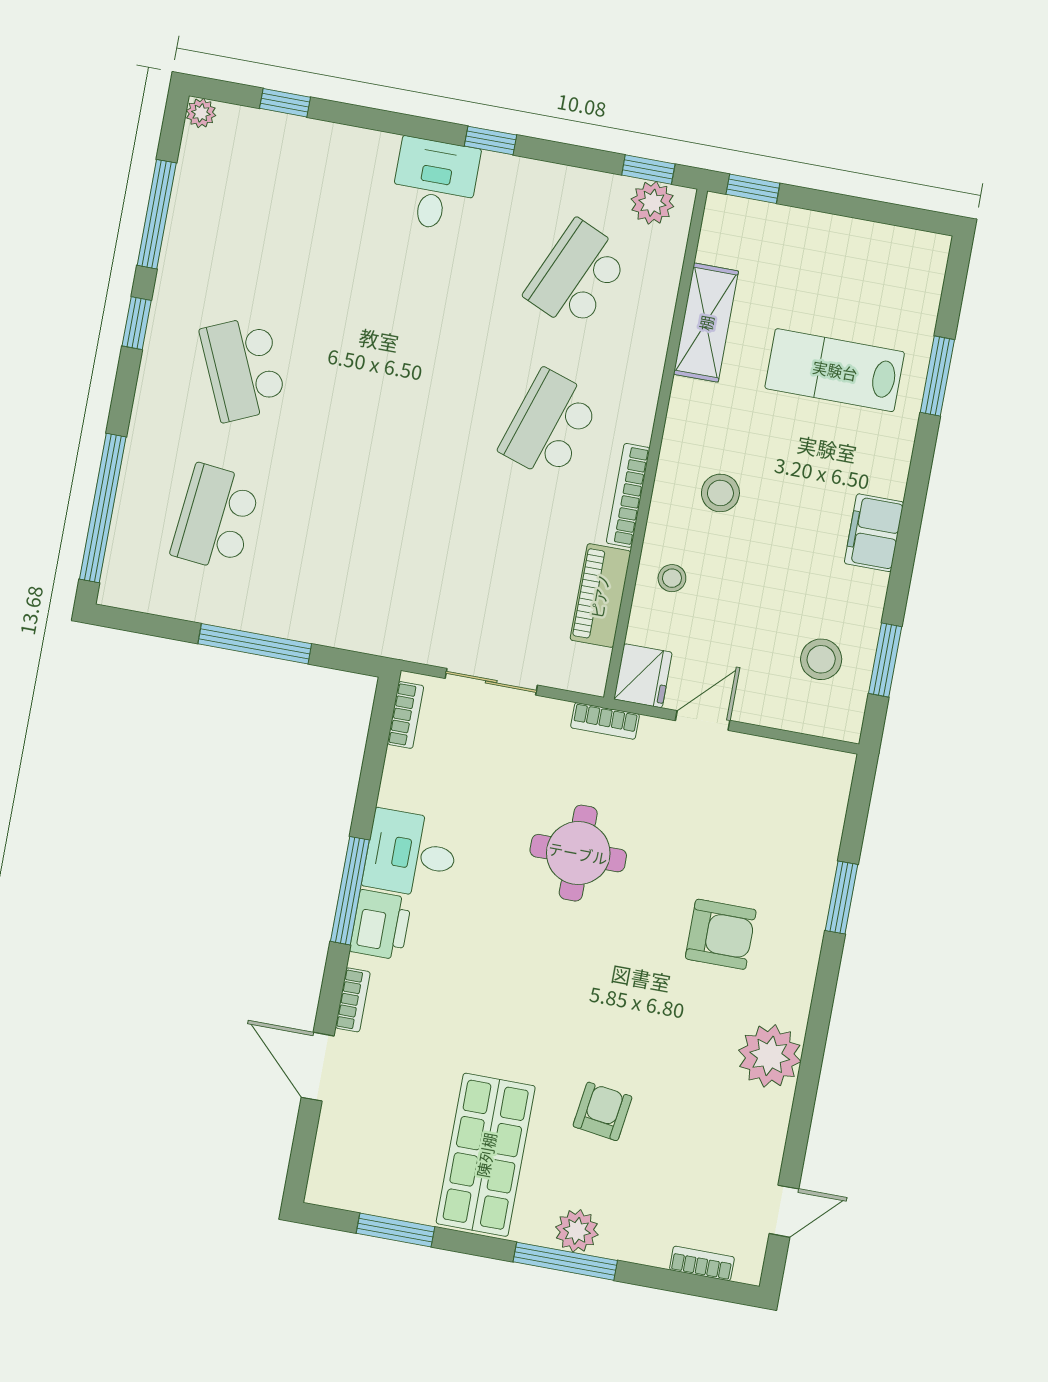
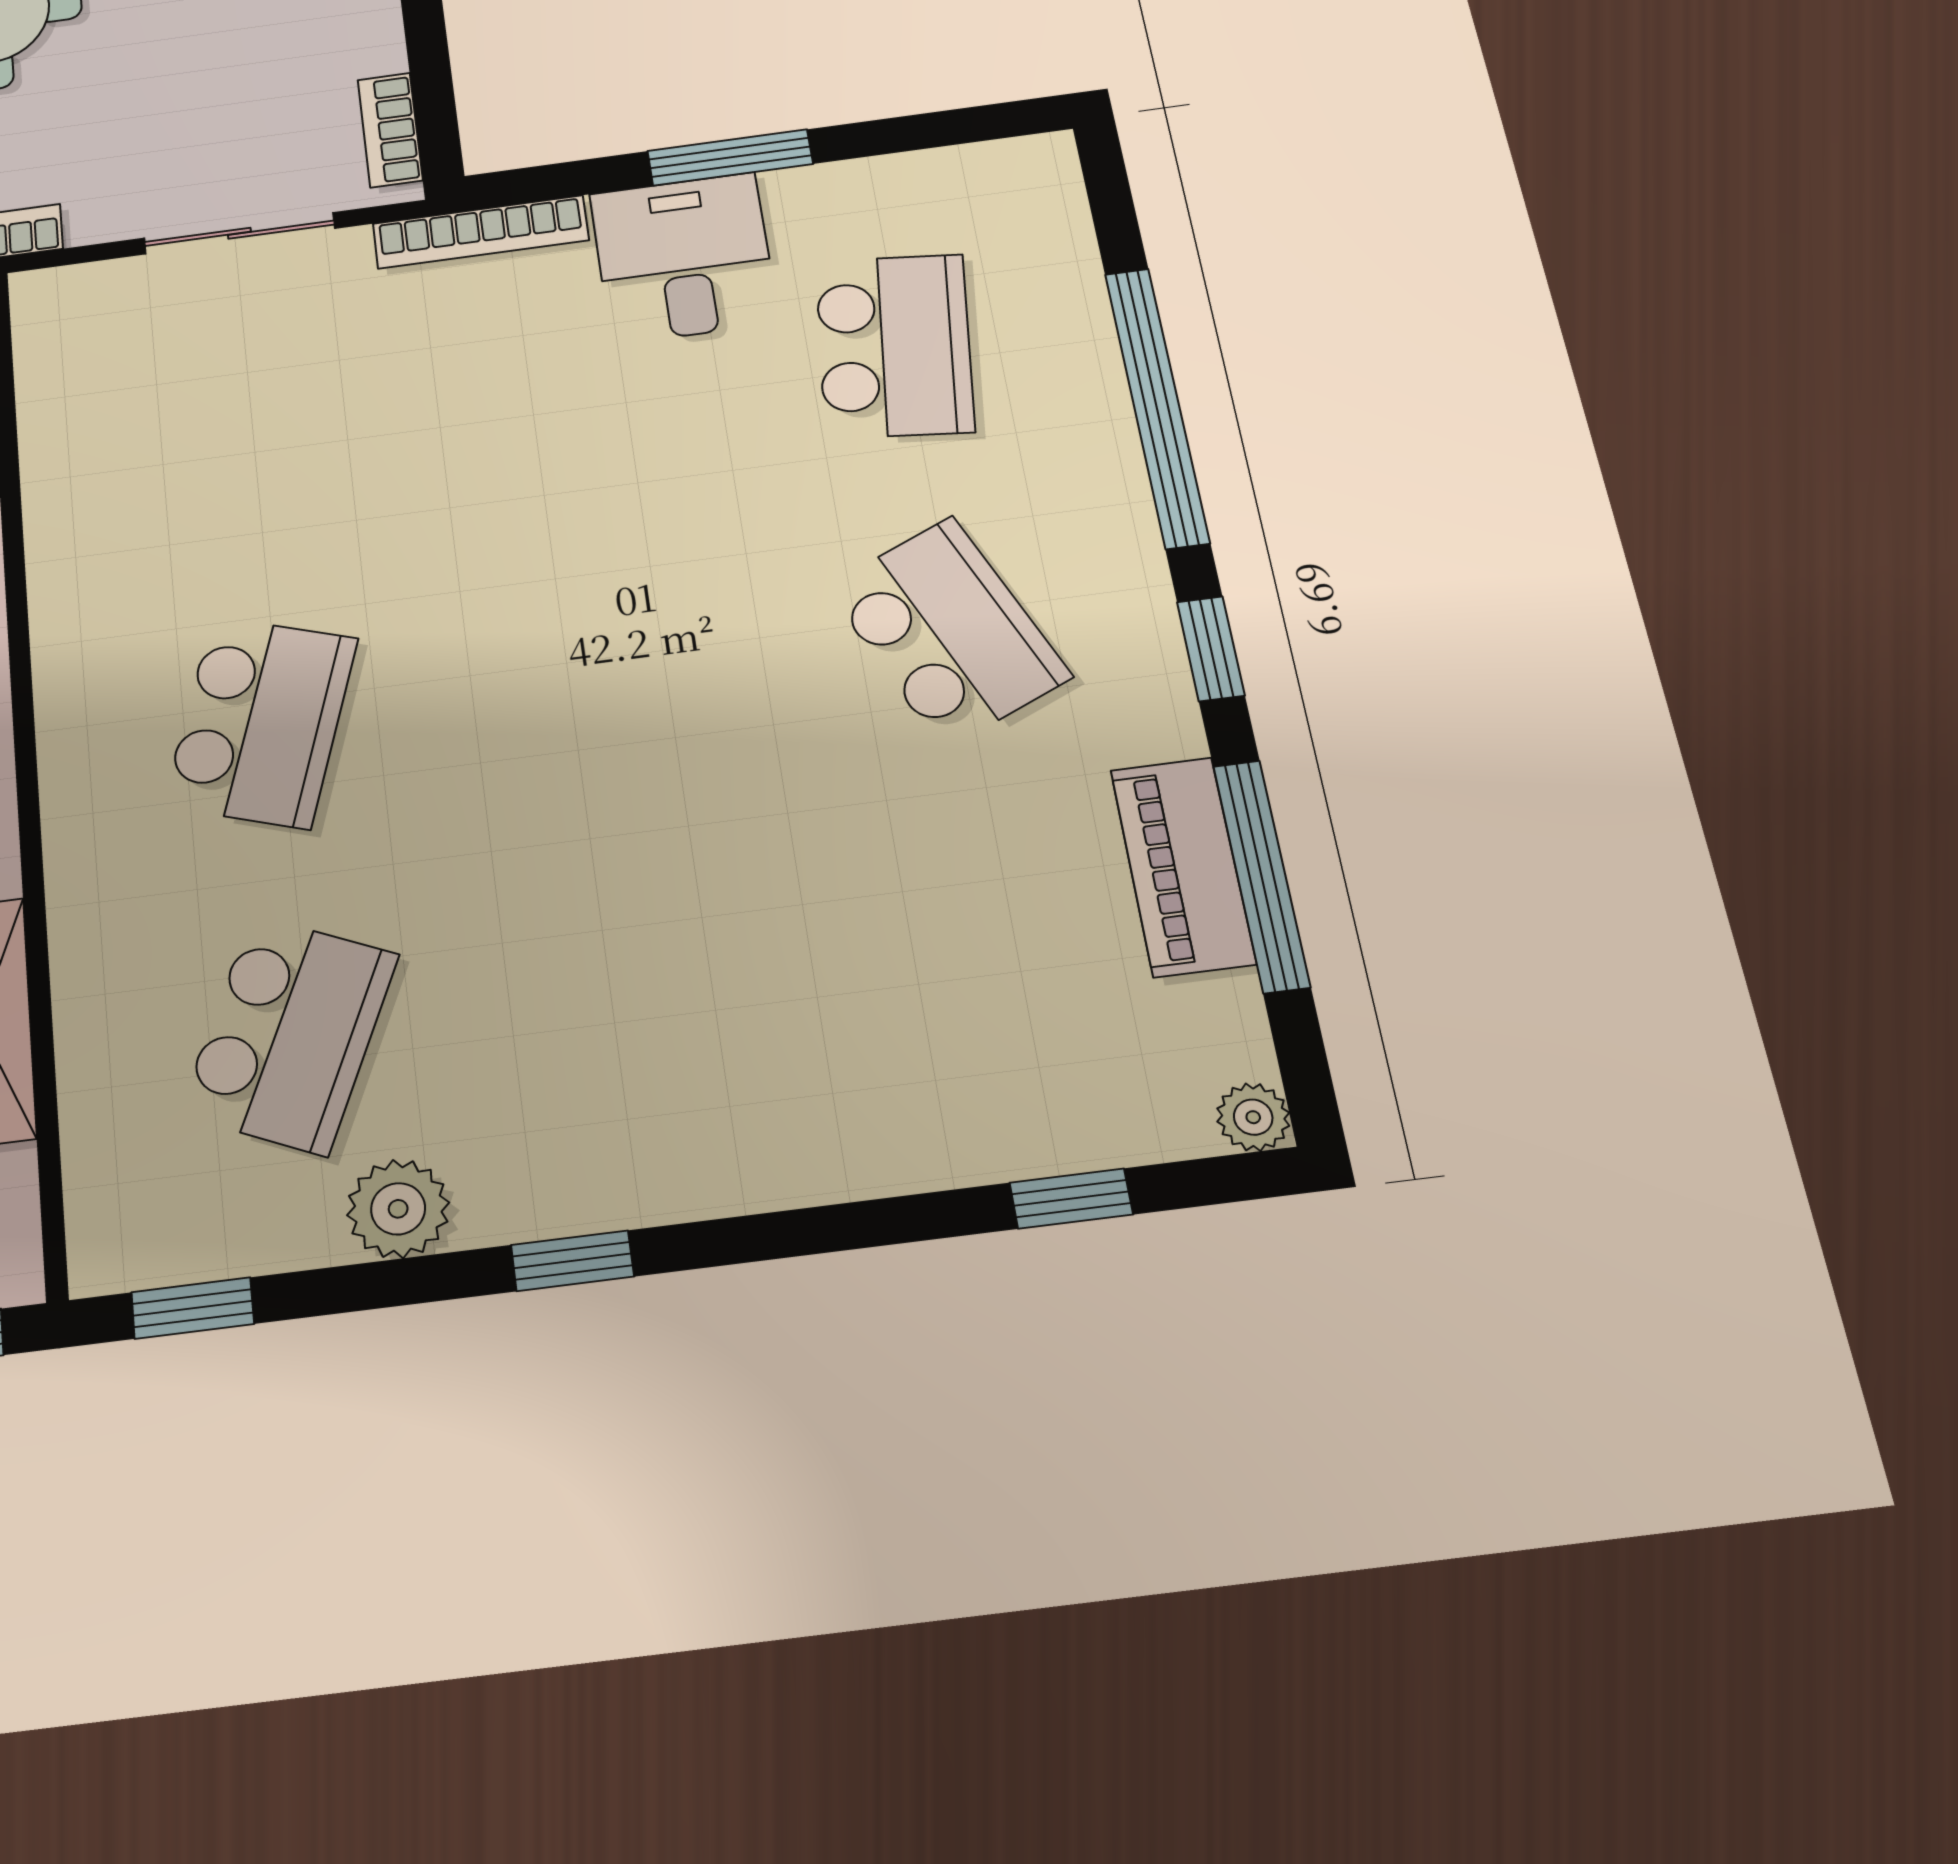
desk: (435, 184) -> (684, 258), moved, turned 180
plant: (652, 203) -> (398, 1209), moved
bookcase: (628, 495) -> (481, 232), moved, turned 90
window: (103, 508) -> (1157, 407), moved
piano: (600, 596) -> (1183, 866), moved, turned 180
window: (255, 644) -> (730, 157), width x0.69

